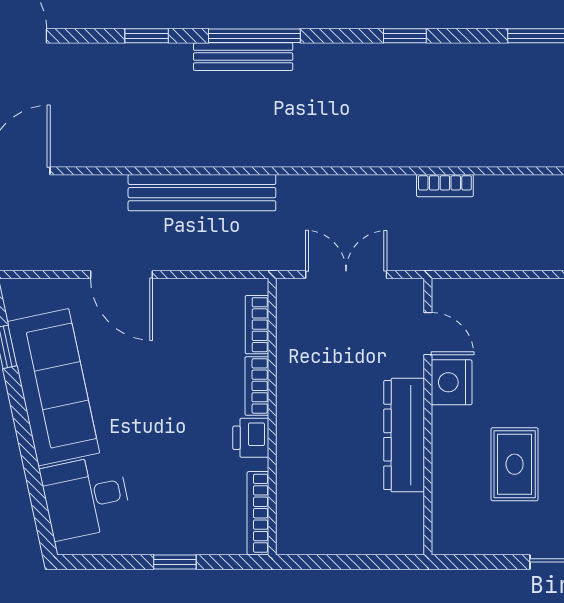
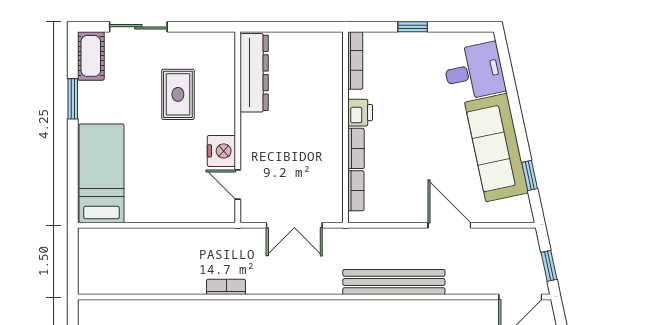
dresser: (404, 435) -> (254, 73), moved

